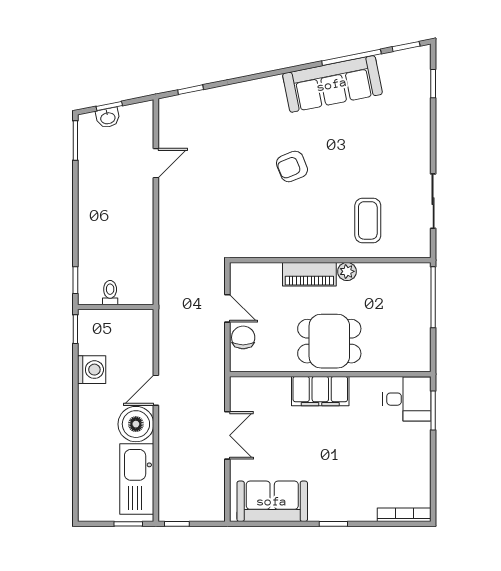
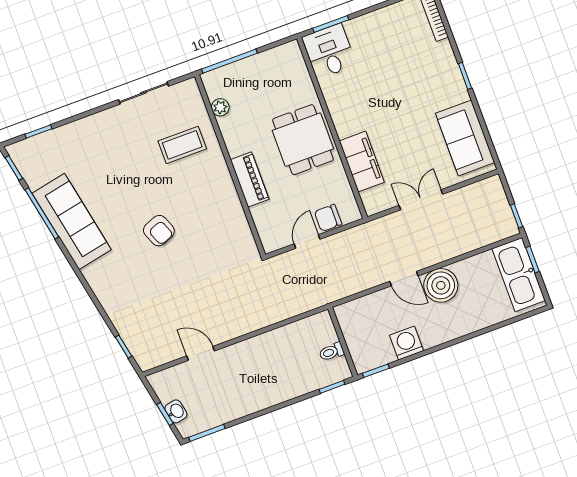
plant: (347, 271) -> (220, 107), moved
filing cabinet: (320, 391) -> (362, 162), moved
kitchen sink: (137, 479) -> (519, 275), moved, turned 90

